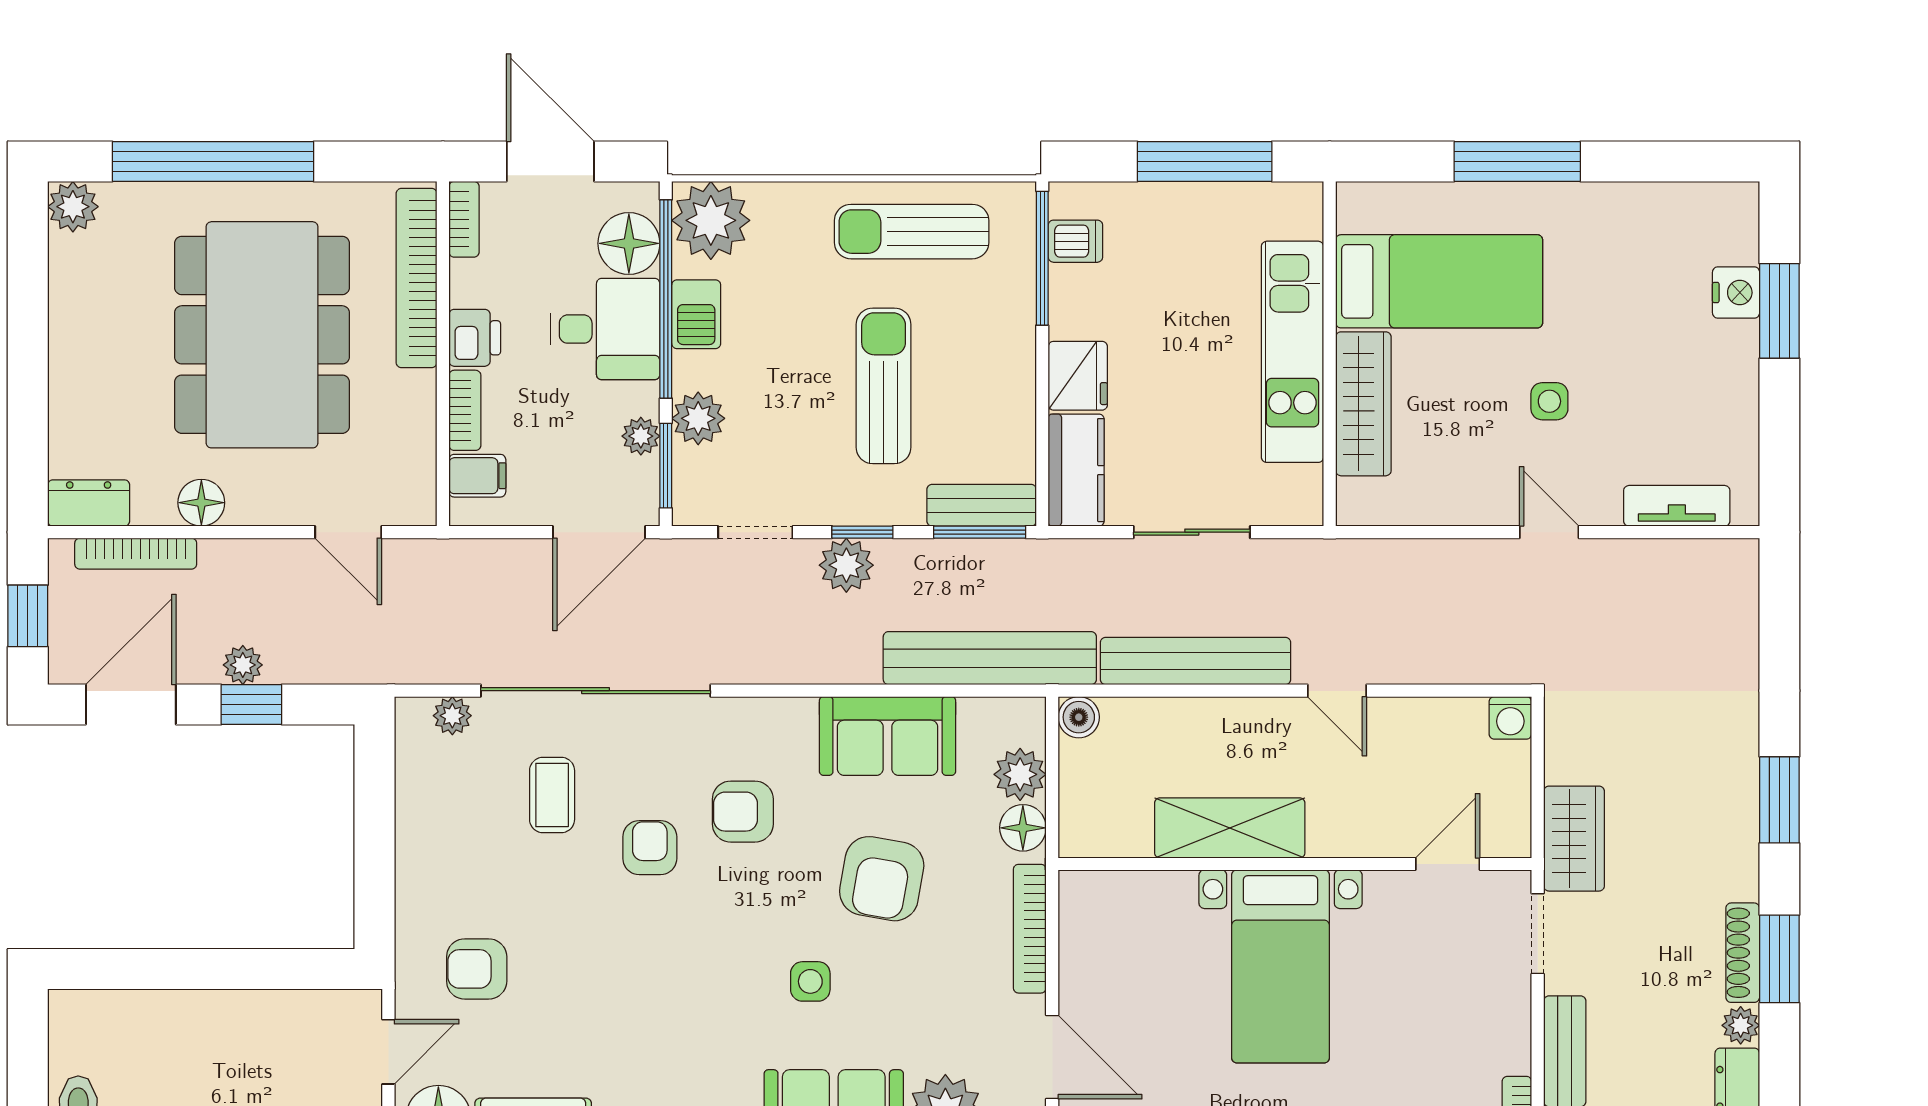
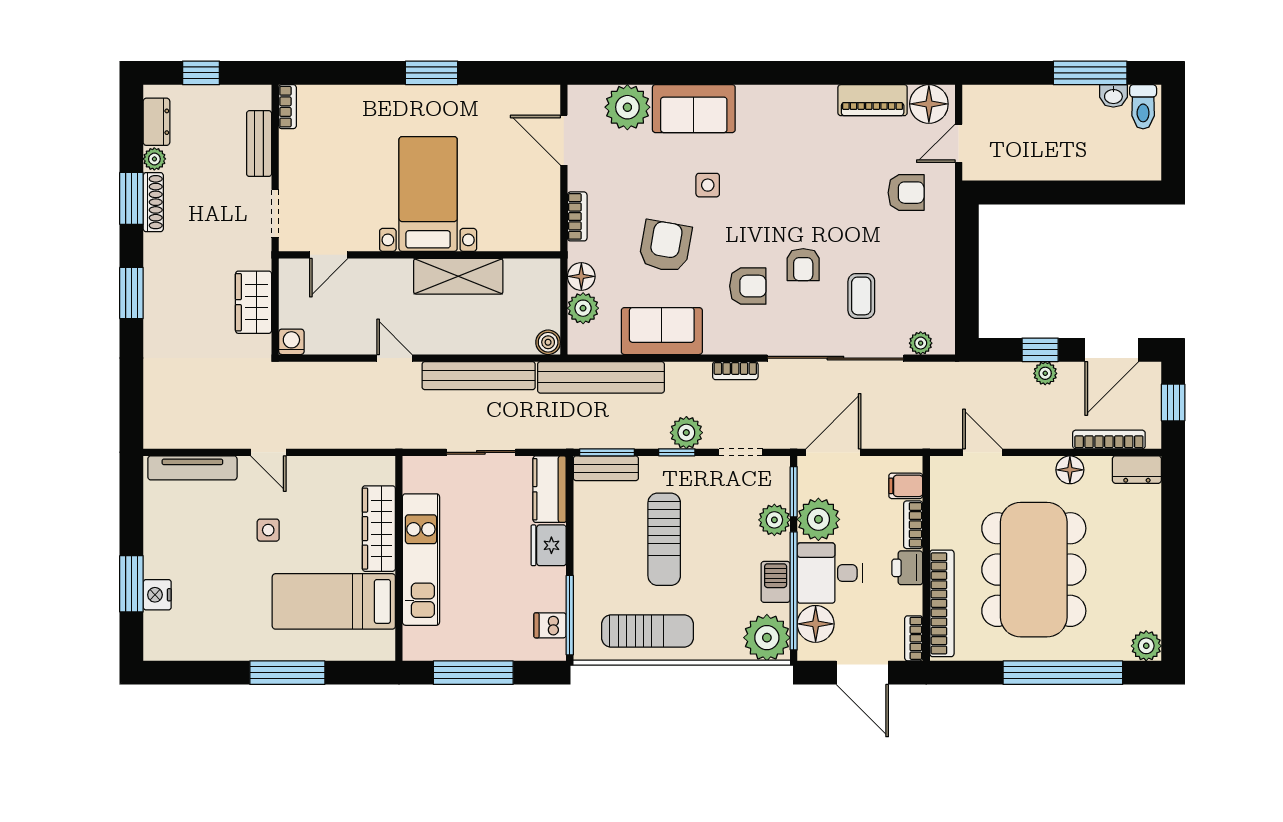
plant: (641, 436) -> (818, 519), width x1.88, depth x1.88
tv unit: (1677, 506) -> (192, 468), width x1.41
bookcase: (764, 669) -> (735, 371), added
wardrobe: (1574, 839) -> (254, 302), moved
bookcase: (1030, 929) -> (577, 216), width x0.64

